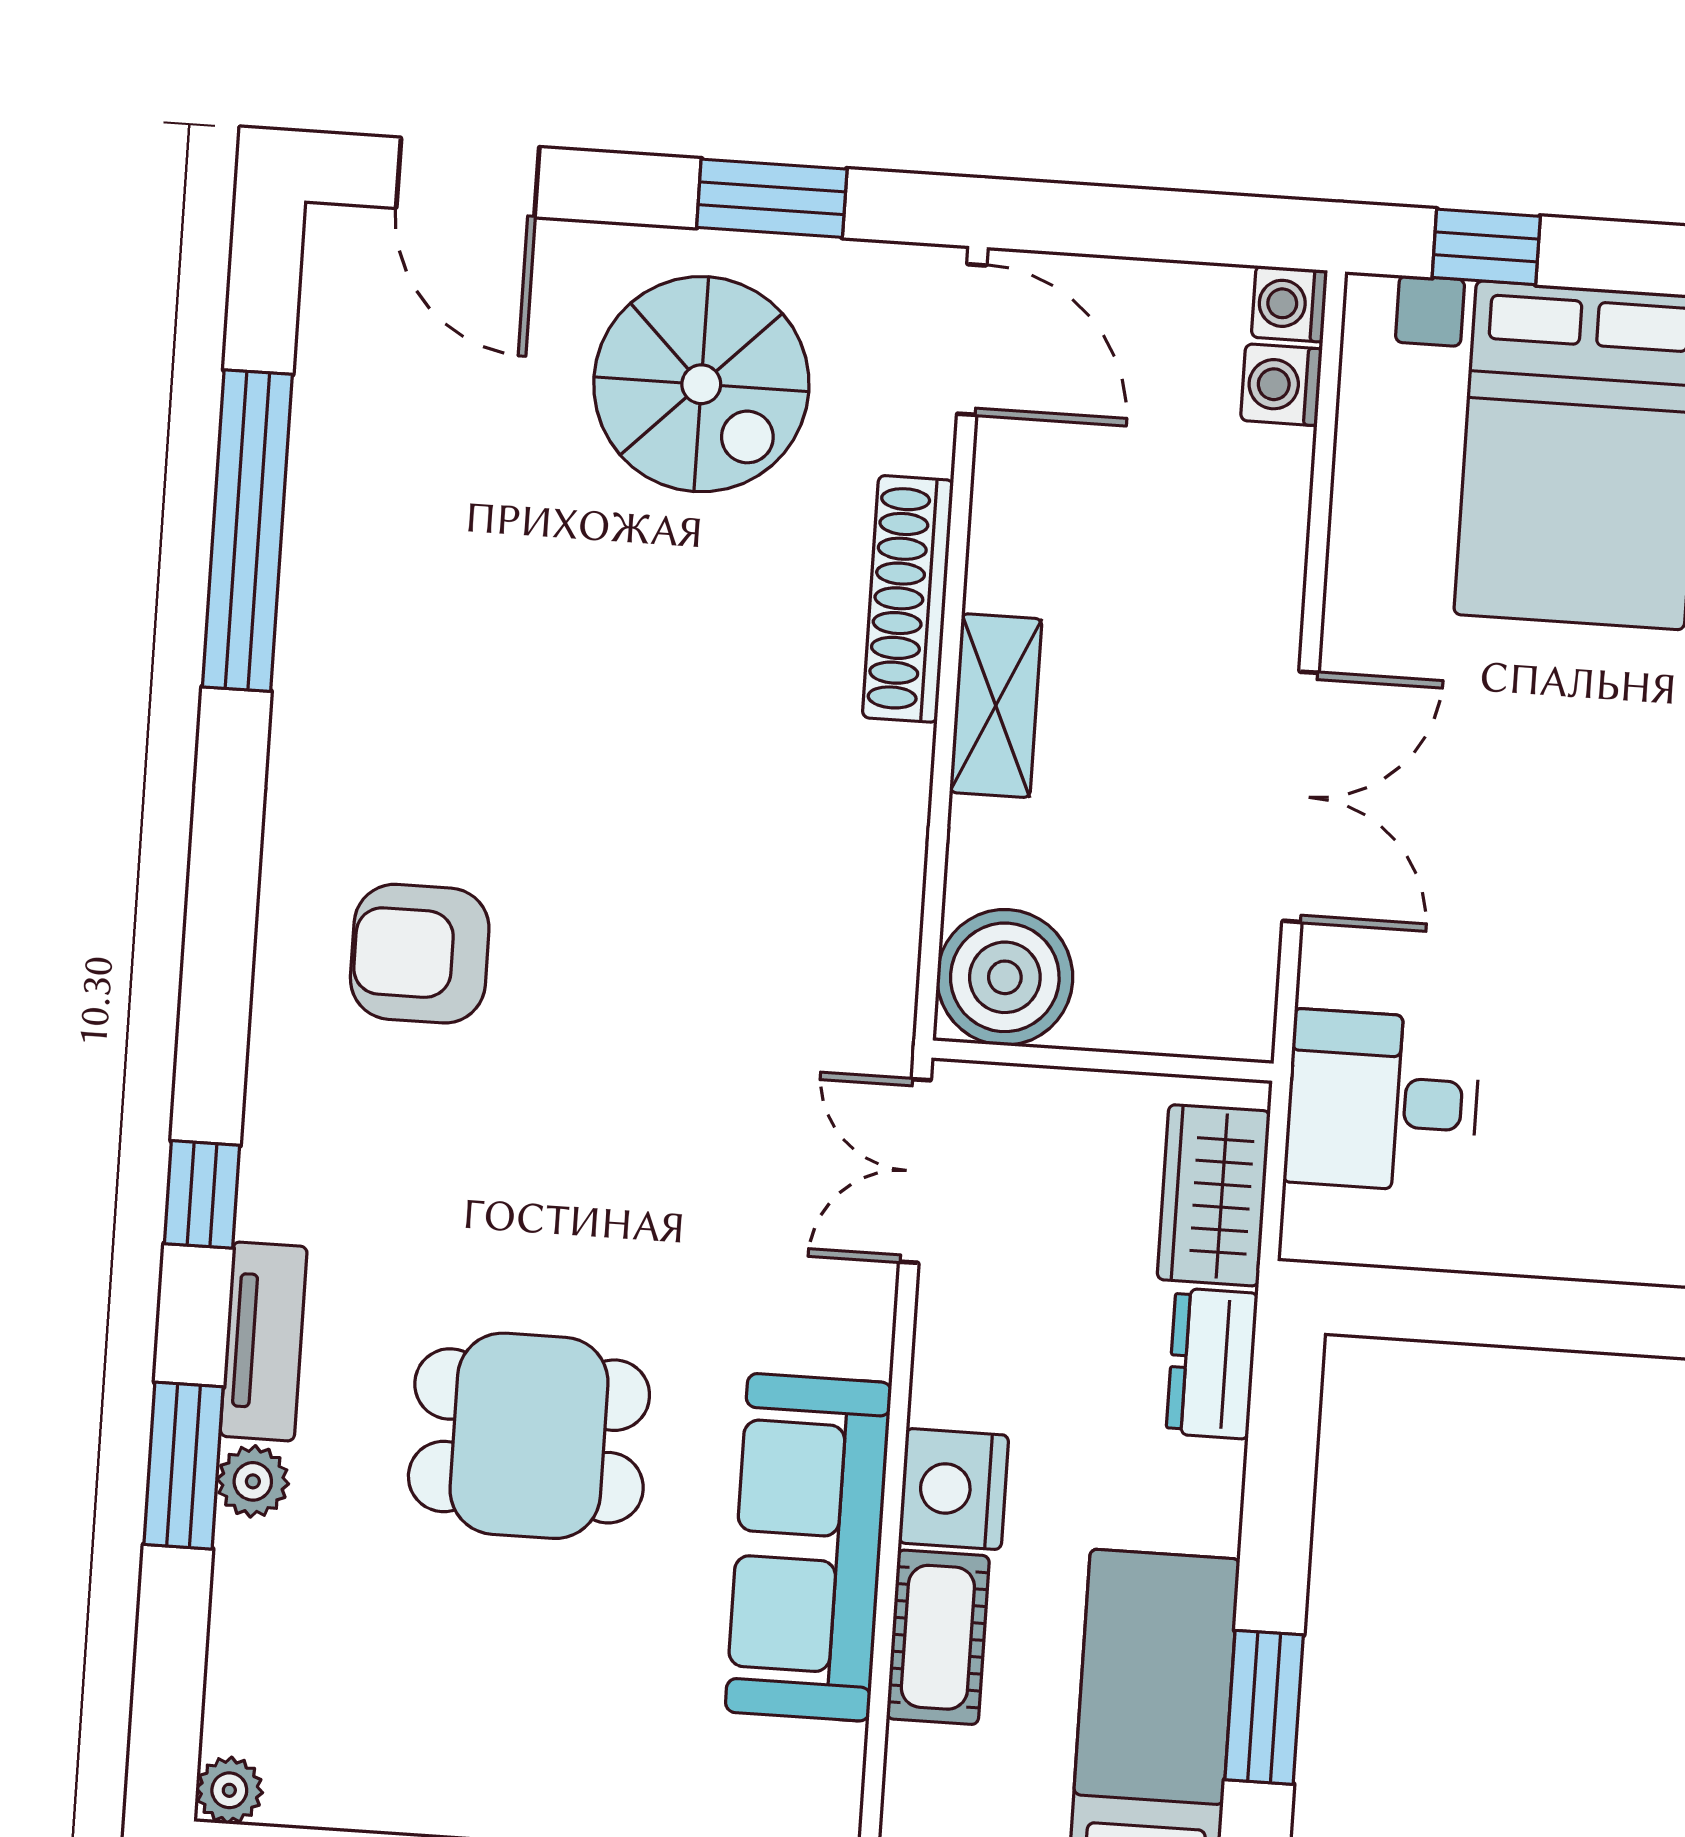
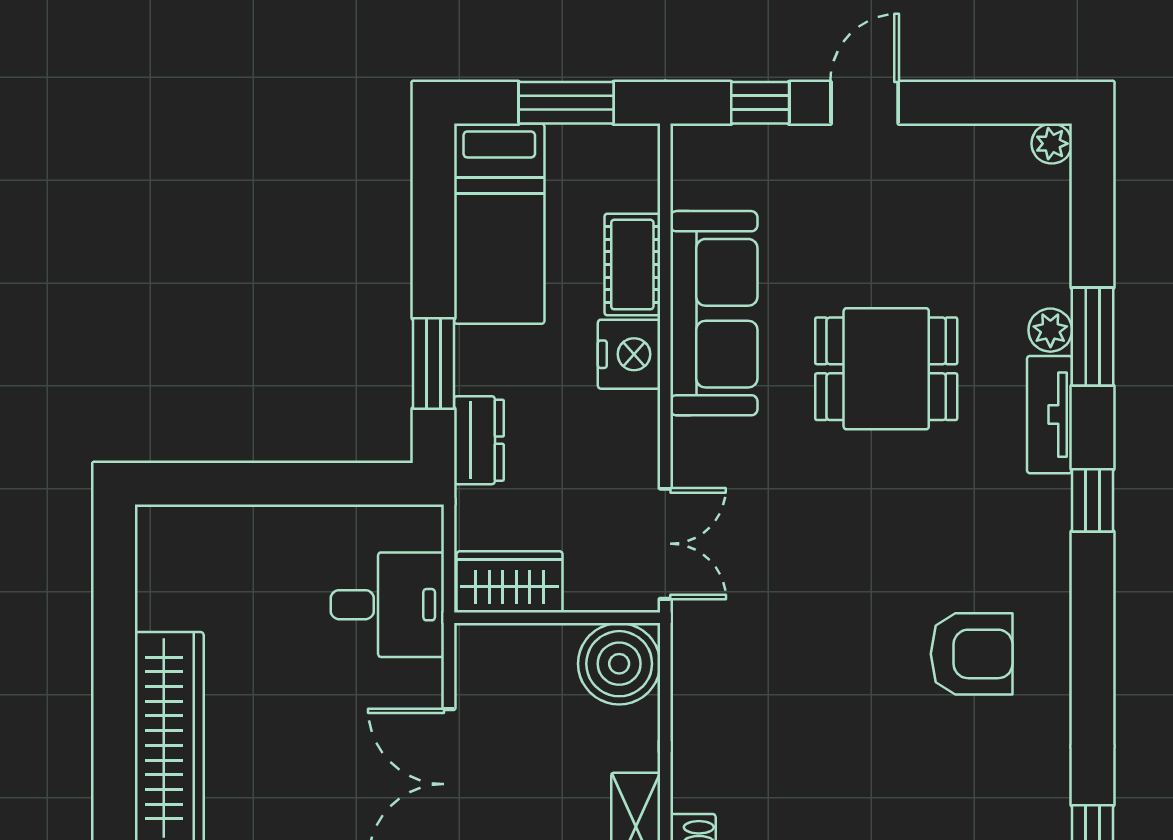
wardrobe: (1214, 1195) -> (510, 582), moved, turned -90
window: (1264, 1707) -> (434, 363), moved

